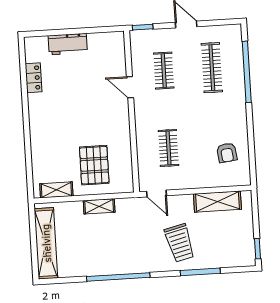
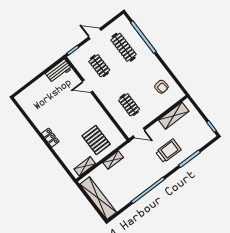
workbench: (68, 44) -> (59, 71), moved
locker: (33, 78) -> (50, 138), moved
trolley: (180, 243) -> (168, 151), turned -76

